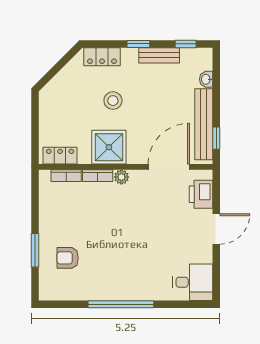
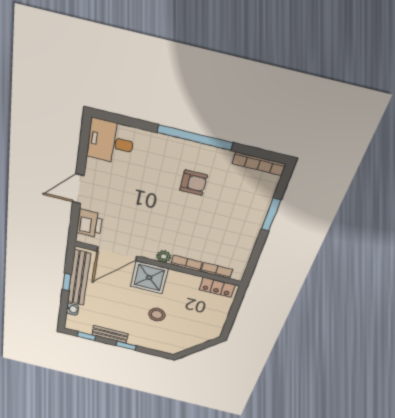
locker: (102, 57) -> (158, 345), removed
window: (216, 138) -> (67, 282), moved
shower: (109, 147) -> (149, 277), moved
armchair: (68, 258) -> (194, 183), moved
bookcase: (61, 295) -> (259, 164), added

